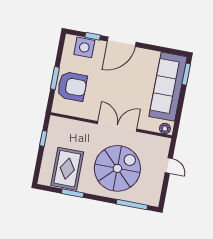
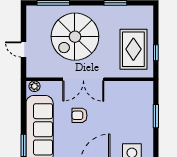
armchair: (72, 86) -> (79, 115), moved, width x0.53, depth x0.53
rug: (67, 169) -> (133, 49), moved

